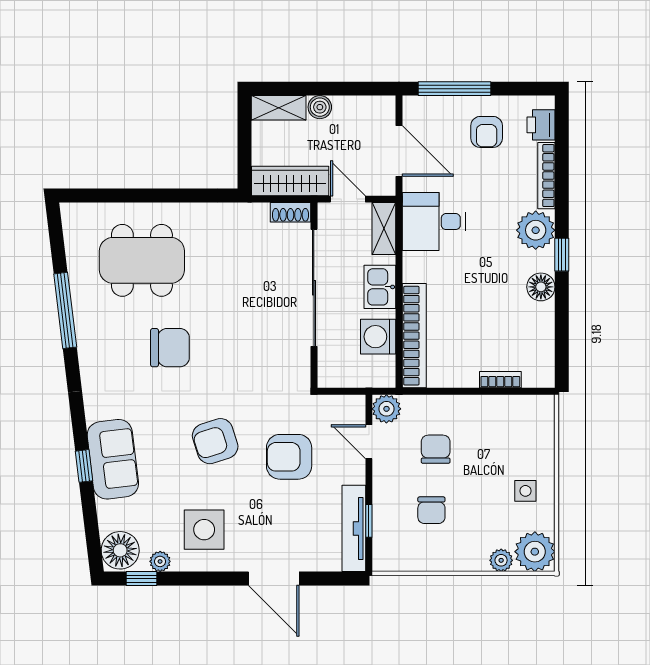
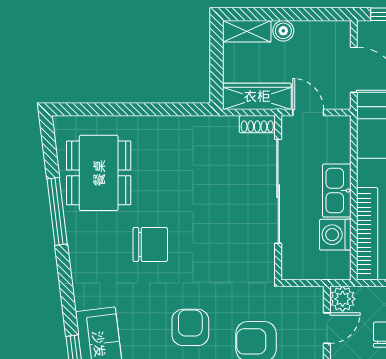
shelving: (384, 229) -> (340, 139), removed
dining table: (142, 260) -> (99, 173), moved, turned 90
kitchen sink: (380, 287) -> (337, 191), width x1.38
armchair: (215, 441) -> (190, 327), turned 108
door: (369, 442) -> (327, 328), swing flipped

